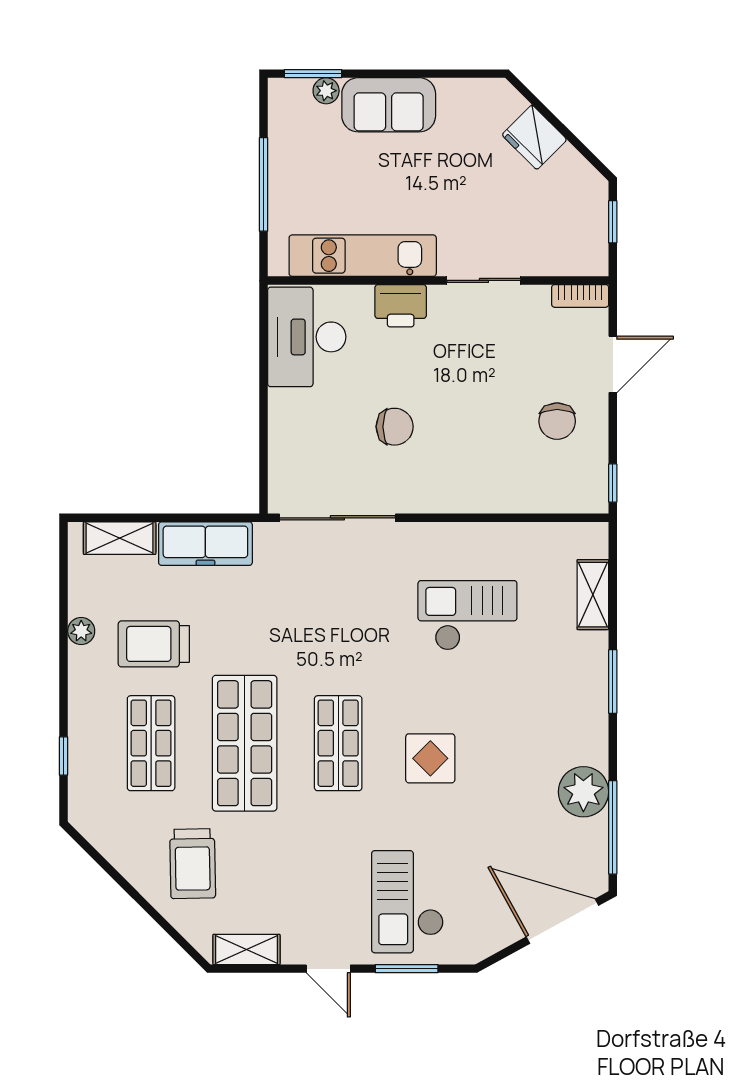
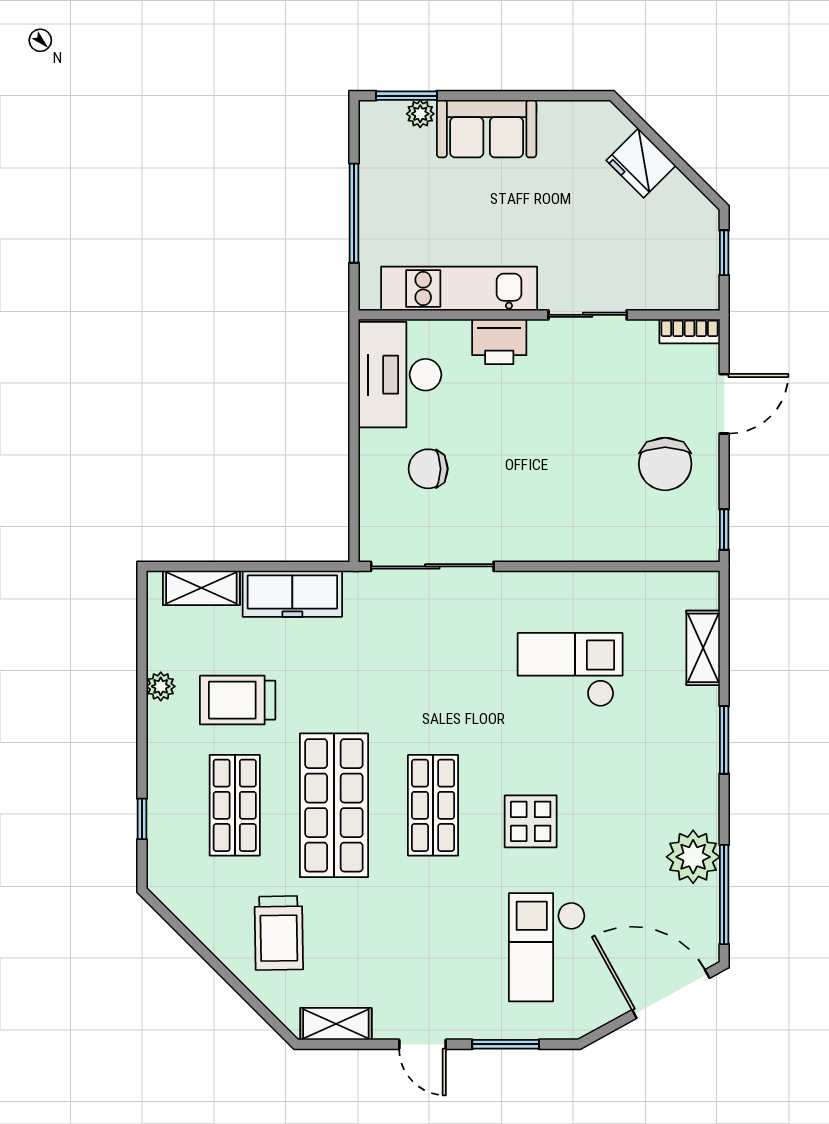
chair: (557, 421) -> (665, 464), width x1.37, depth x1.37
chair: (395, 427) -> (428, 469), moved, turned 180
checkout: (408, 902) -> (547, 947), moved

